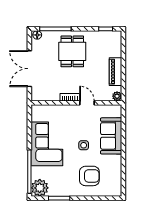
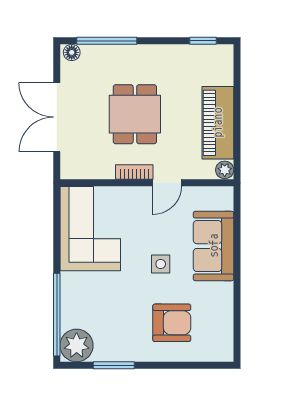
dining table: (72, 51) -> (135, 114), moved
piano: (115, 72) -> (218, 123), width x1.37, depth x1.33
door: (87, 103) -> (167, 183), swing flipped
corner sofa: (47, 144) -> (90, 229), moved

